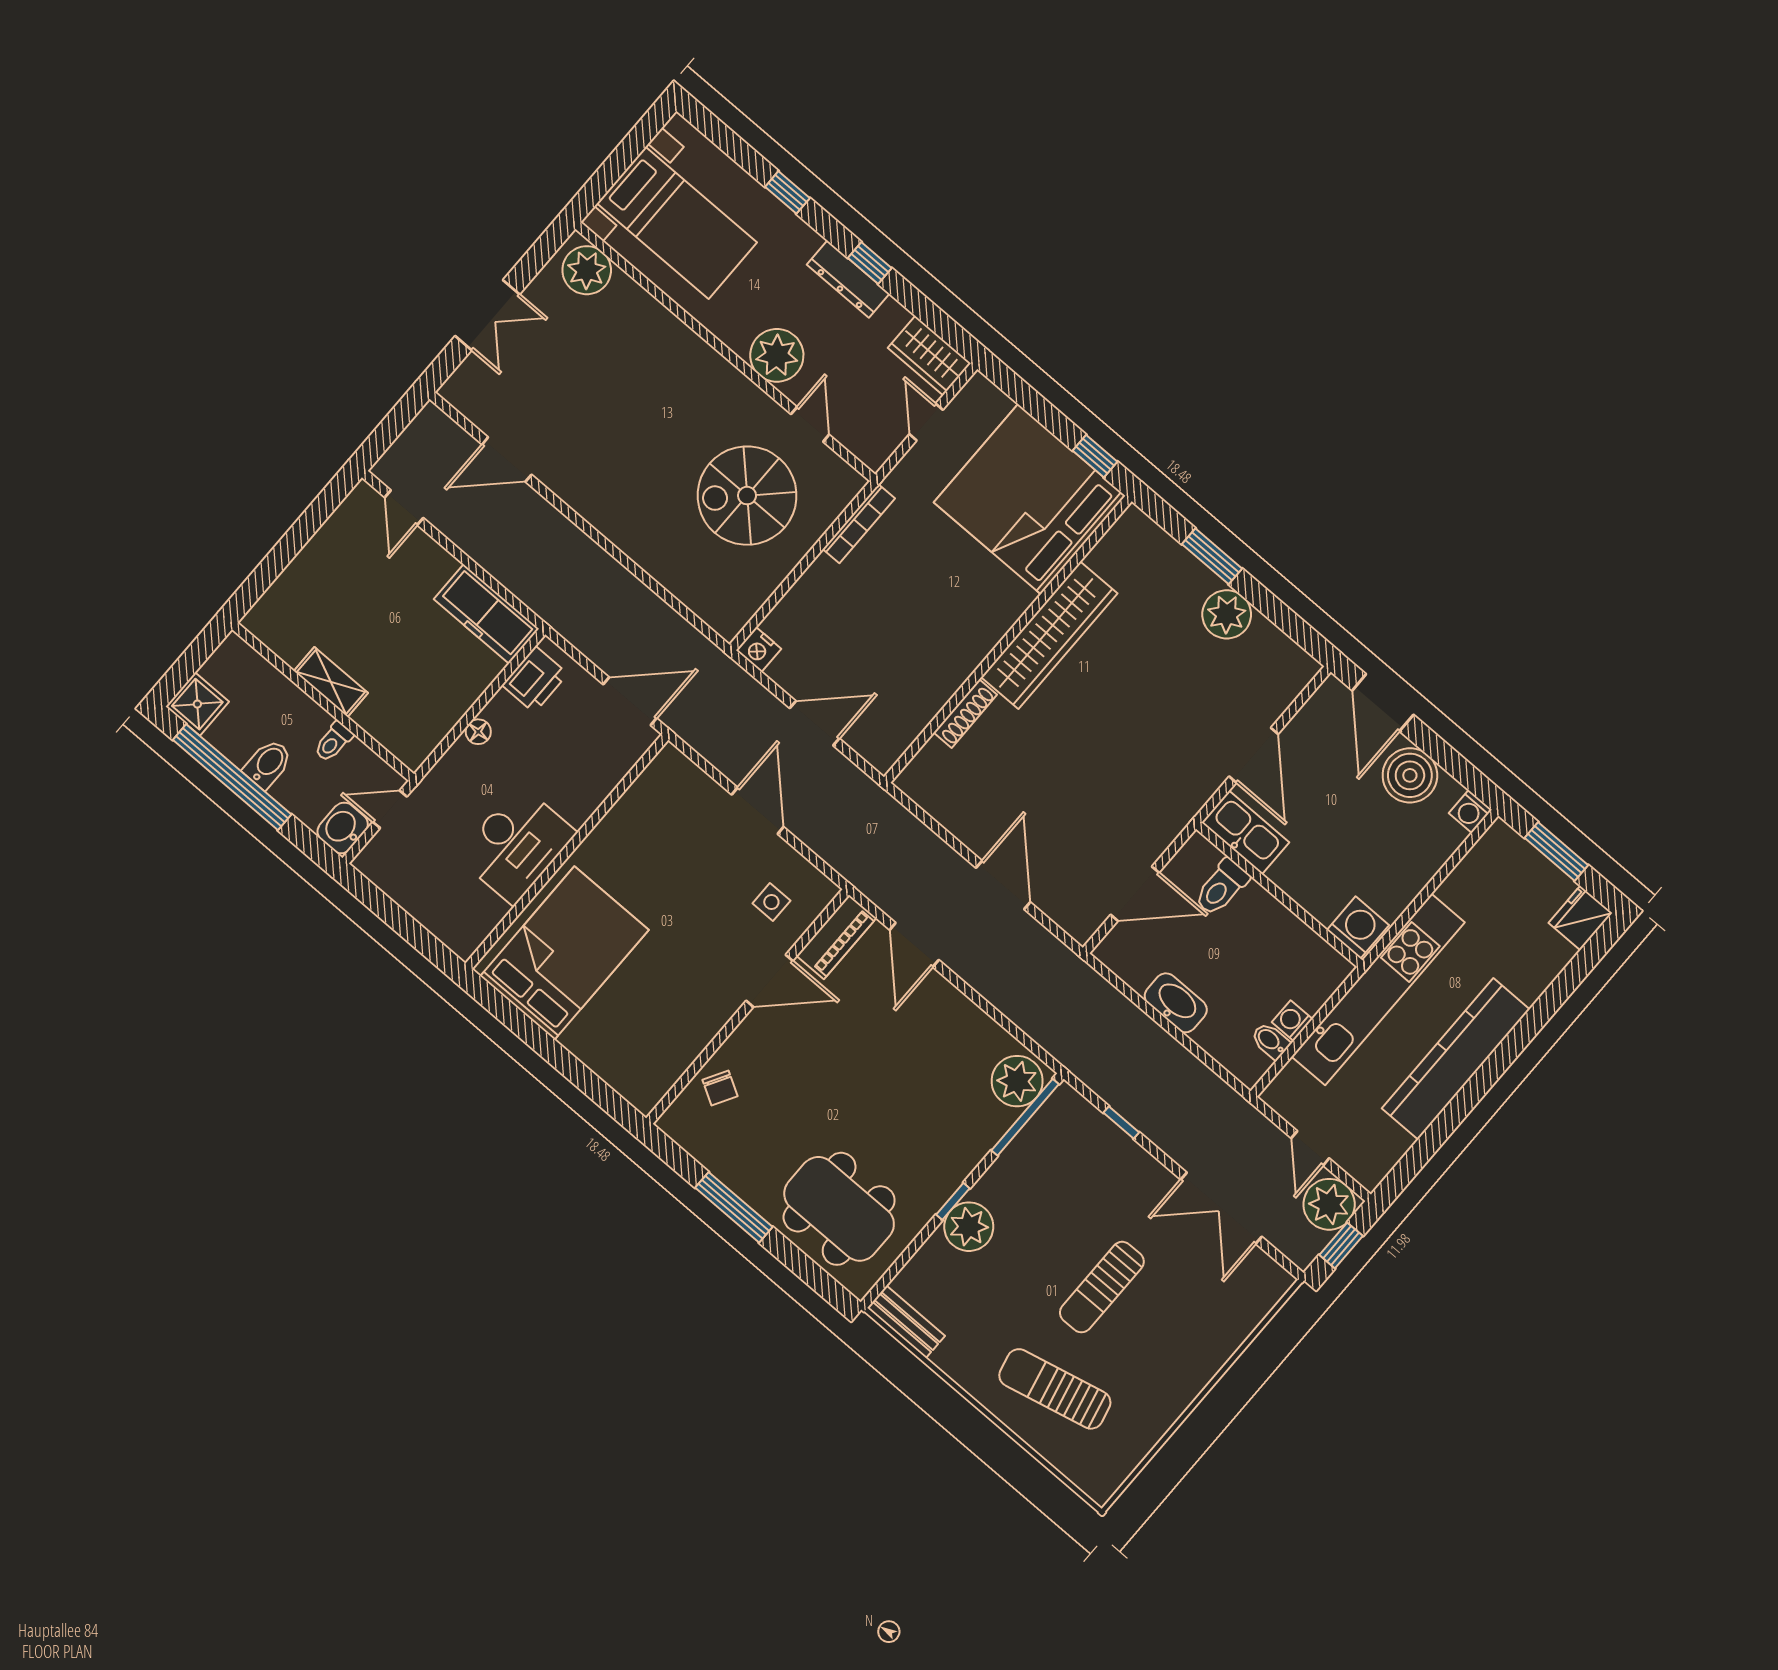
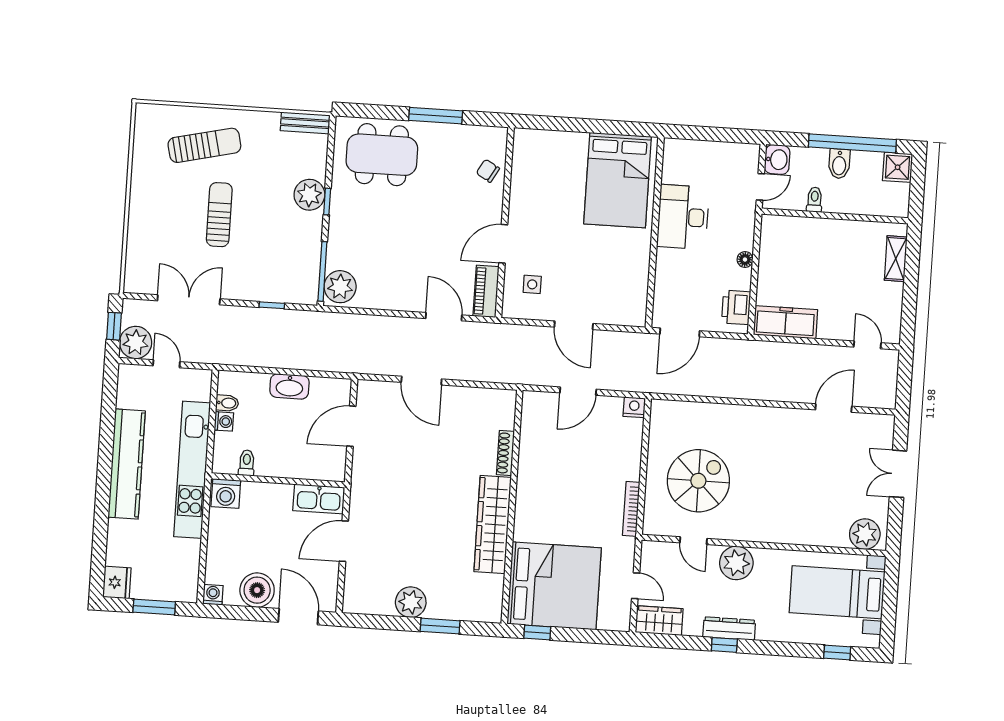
window: (787, 192) -> (837, 652), moved
shelving: (331, 682) -> (896, 259), moved, turned 90
door: (1254, 755) -> (344, 541), hinge flipped
toilet: (1221, 887) -> (247, 463), moved, width x0.73, depth x0.72

